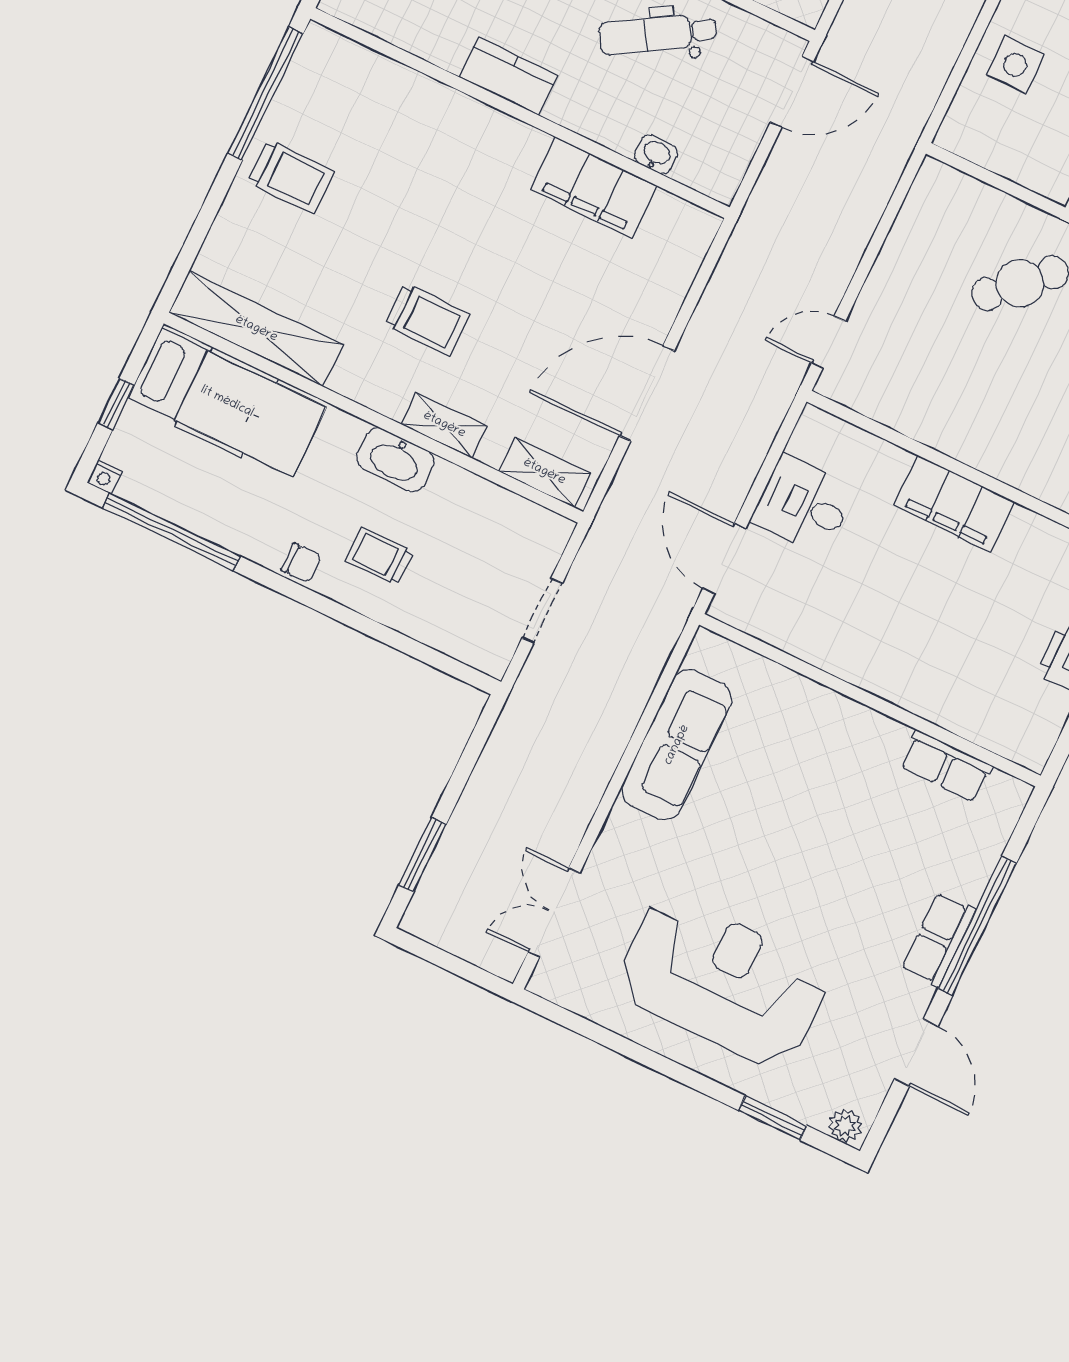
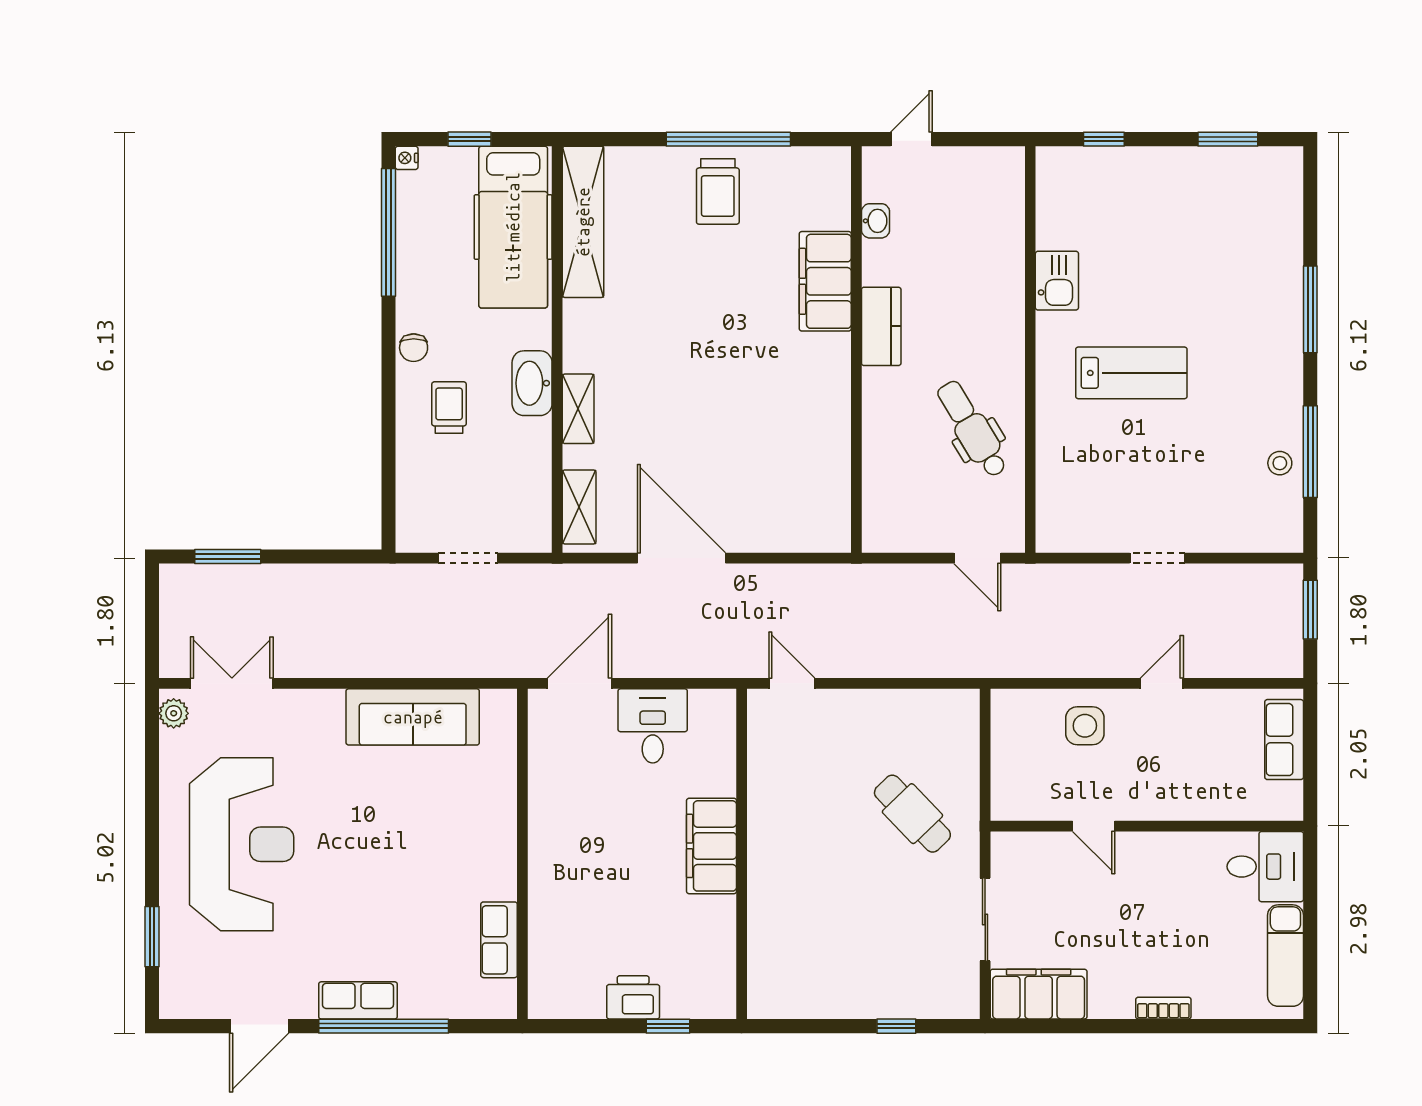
door: (792, 92) -> (977, 558), width x0.73
window: (265, 94) -> (728, 139), moved
washbasin: (656, 154) -> (876, 221), moved
filing cabinet: (594, 188) -> (825, 281), moved
trolley: (427, 320) -> (656, 355), removed
plant: (845, 1126) -> (174, 713), moved

